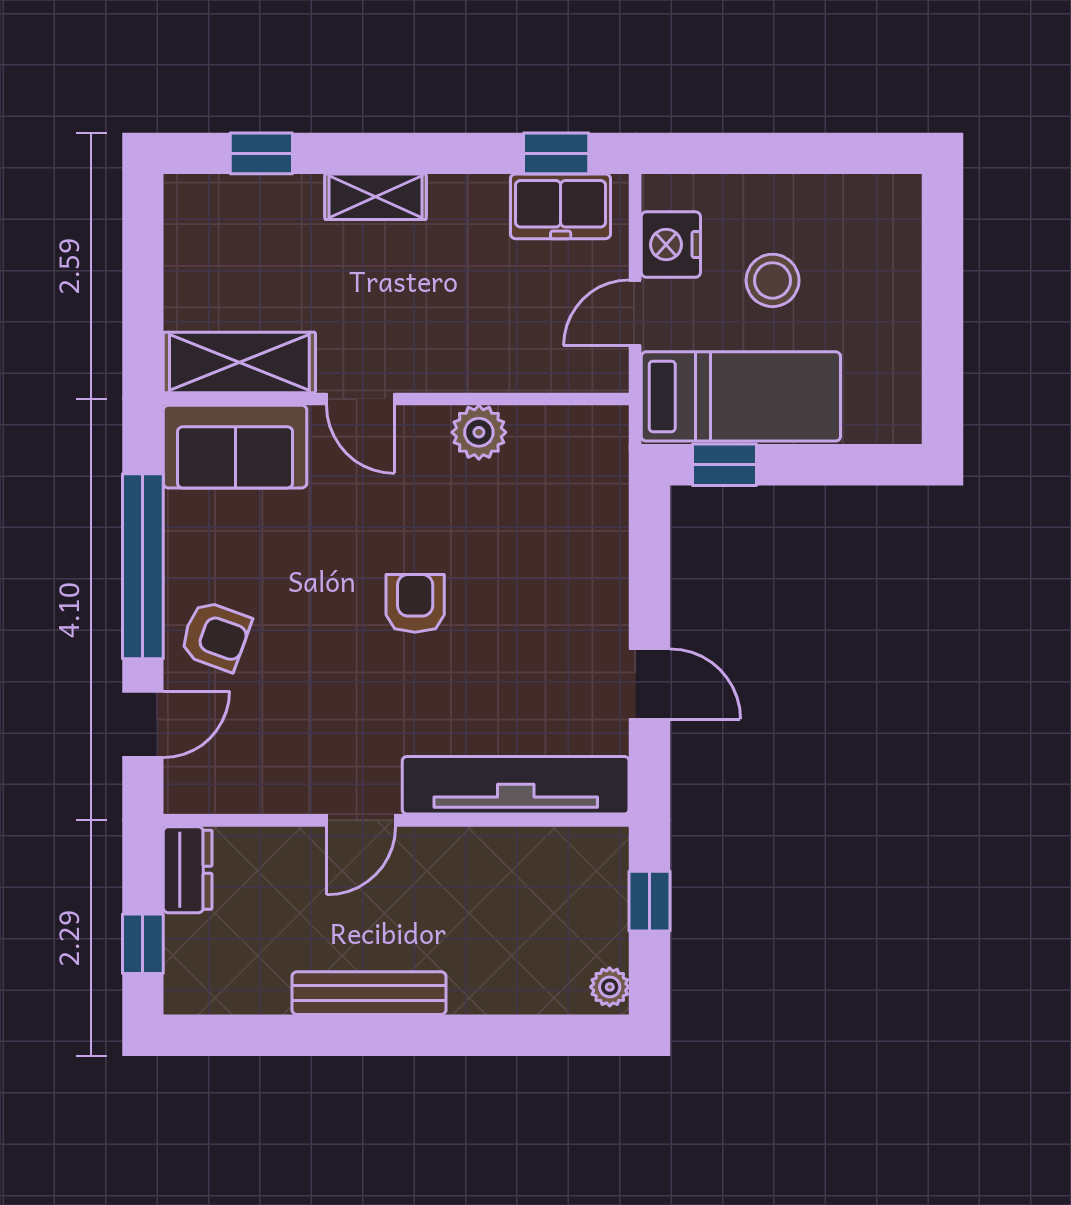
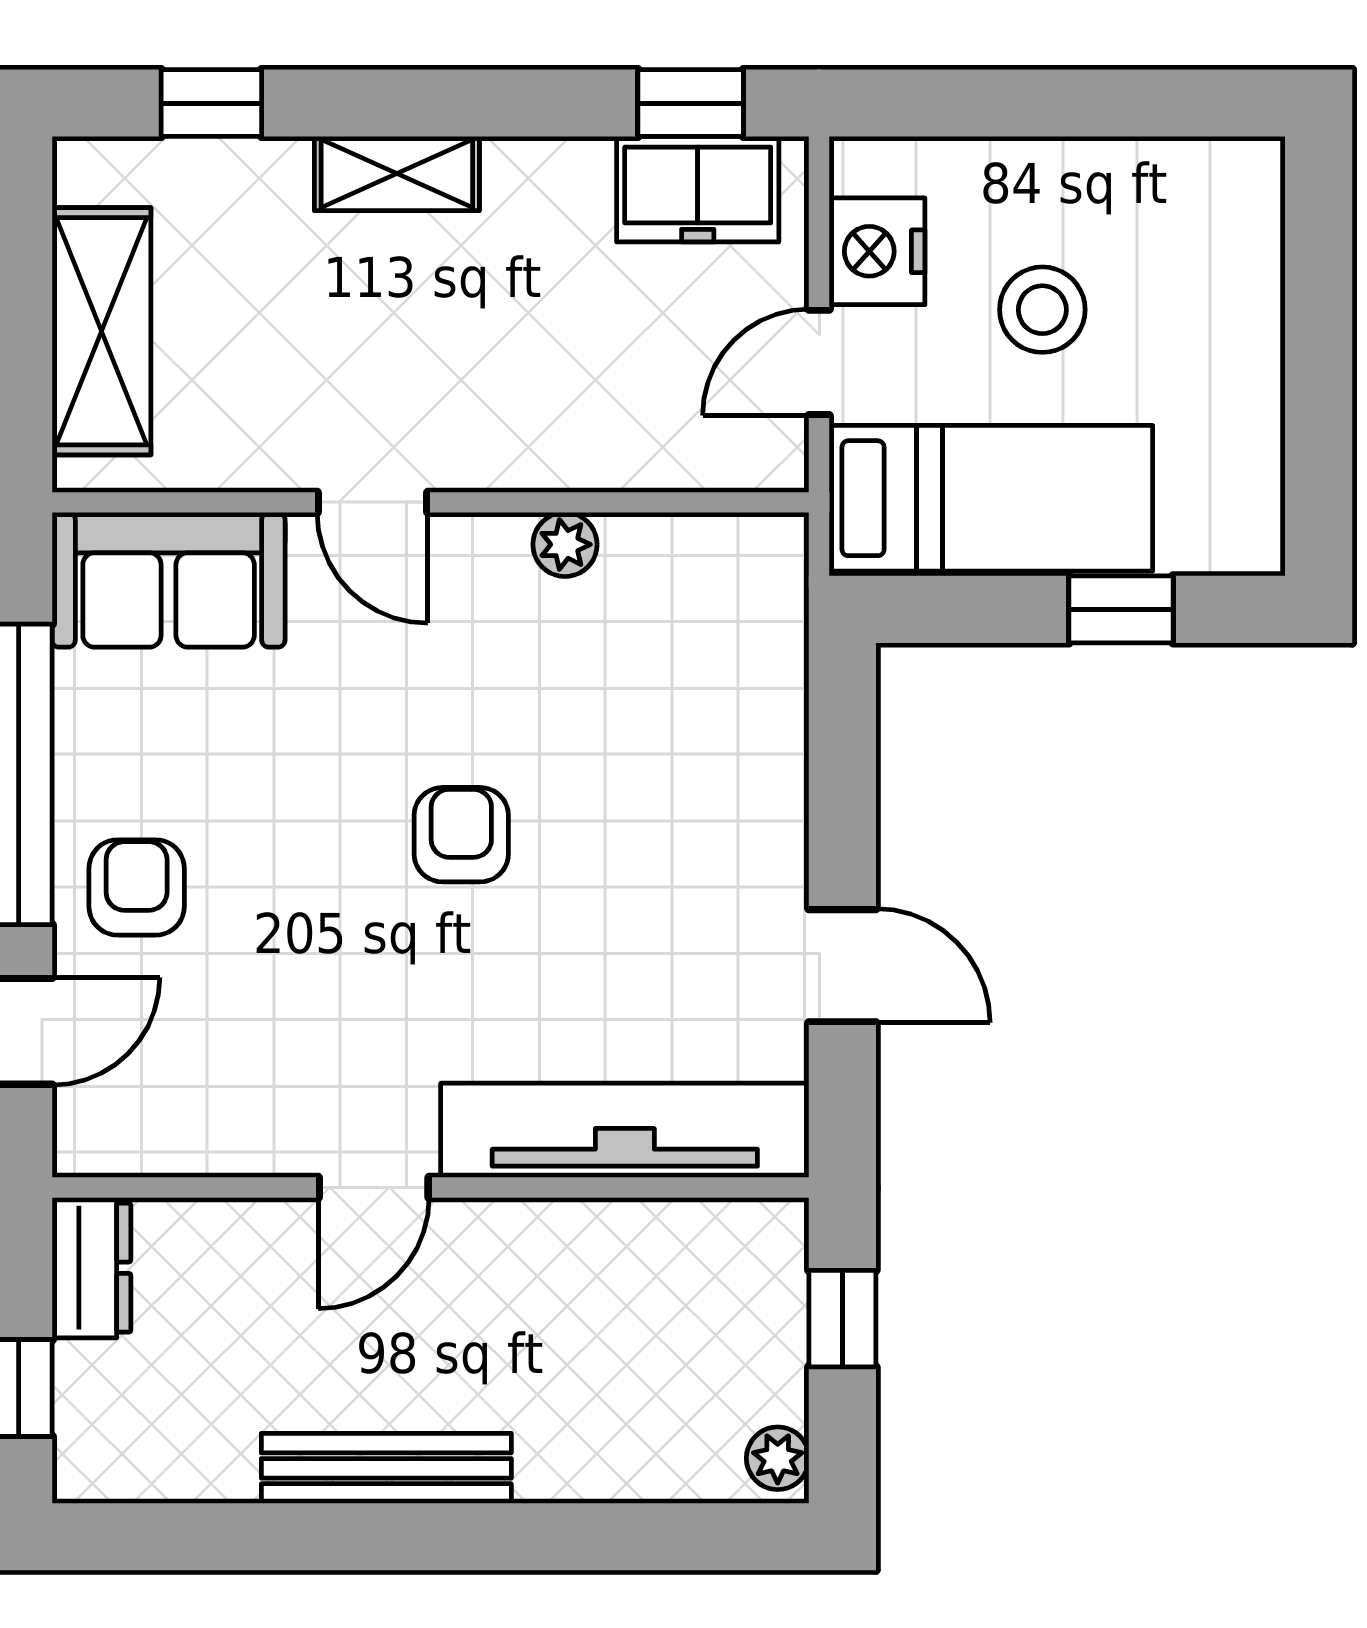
shelving: (239, 362) -> (101, 331), moved, turned 90
plant: (479, 432) -> (565, 544), width x0.73, depth x0.73
window: (725, 465) -> (1121, 609), moved
armchair: (215, 636) -> (137, 887), turned -110

